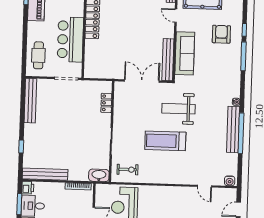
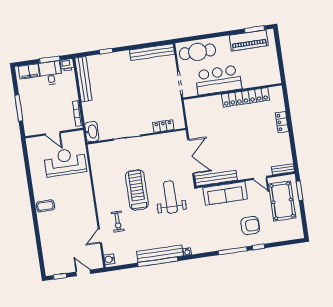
door: (176, 16) -> (260, 178), swing flipped
cafe table: (38, 55) -> (197, 52), width x1.37, depth x1.35
exercise bike: (128, 170) -> (118, 222), moved

